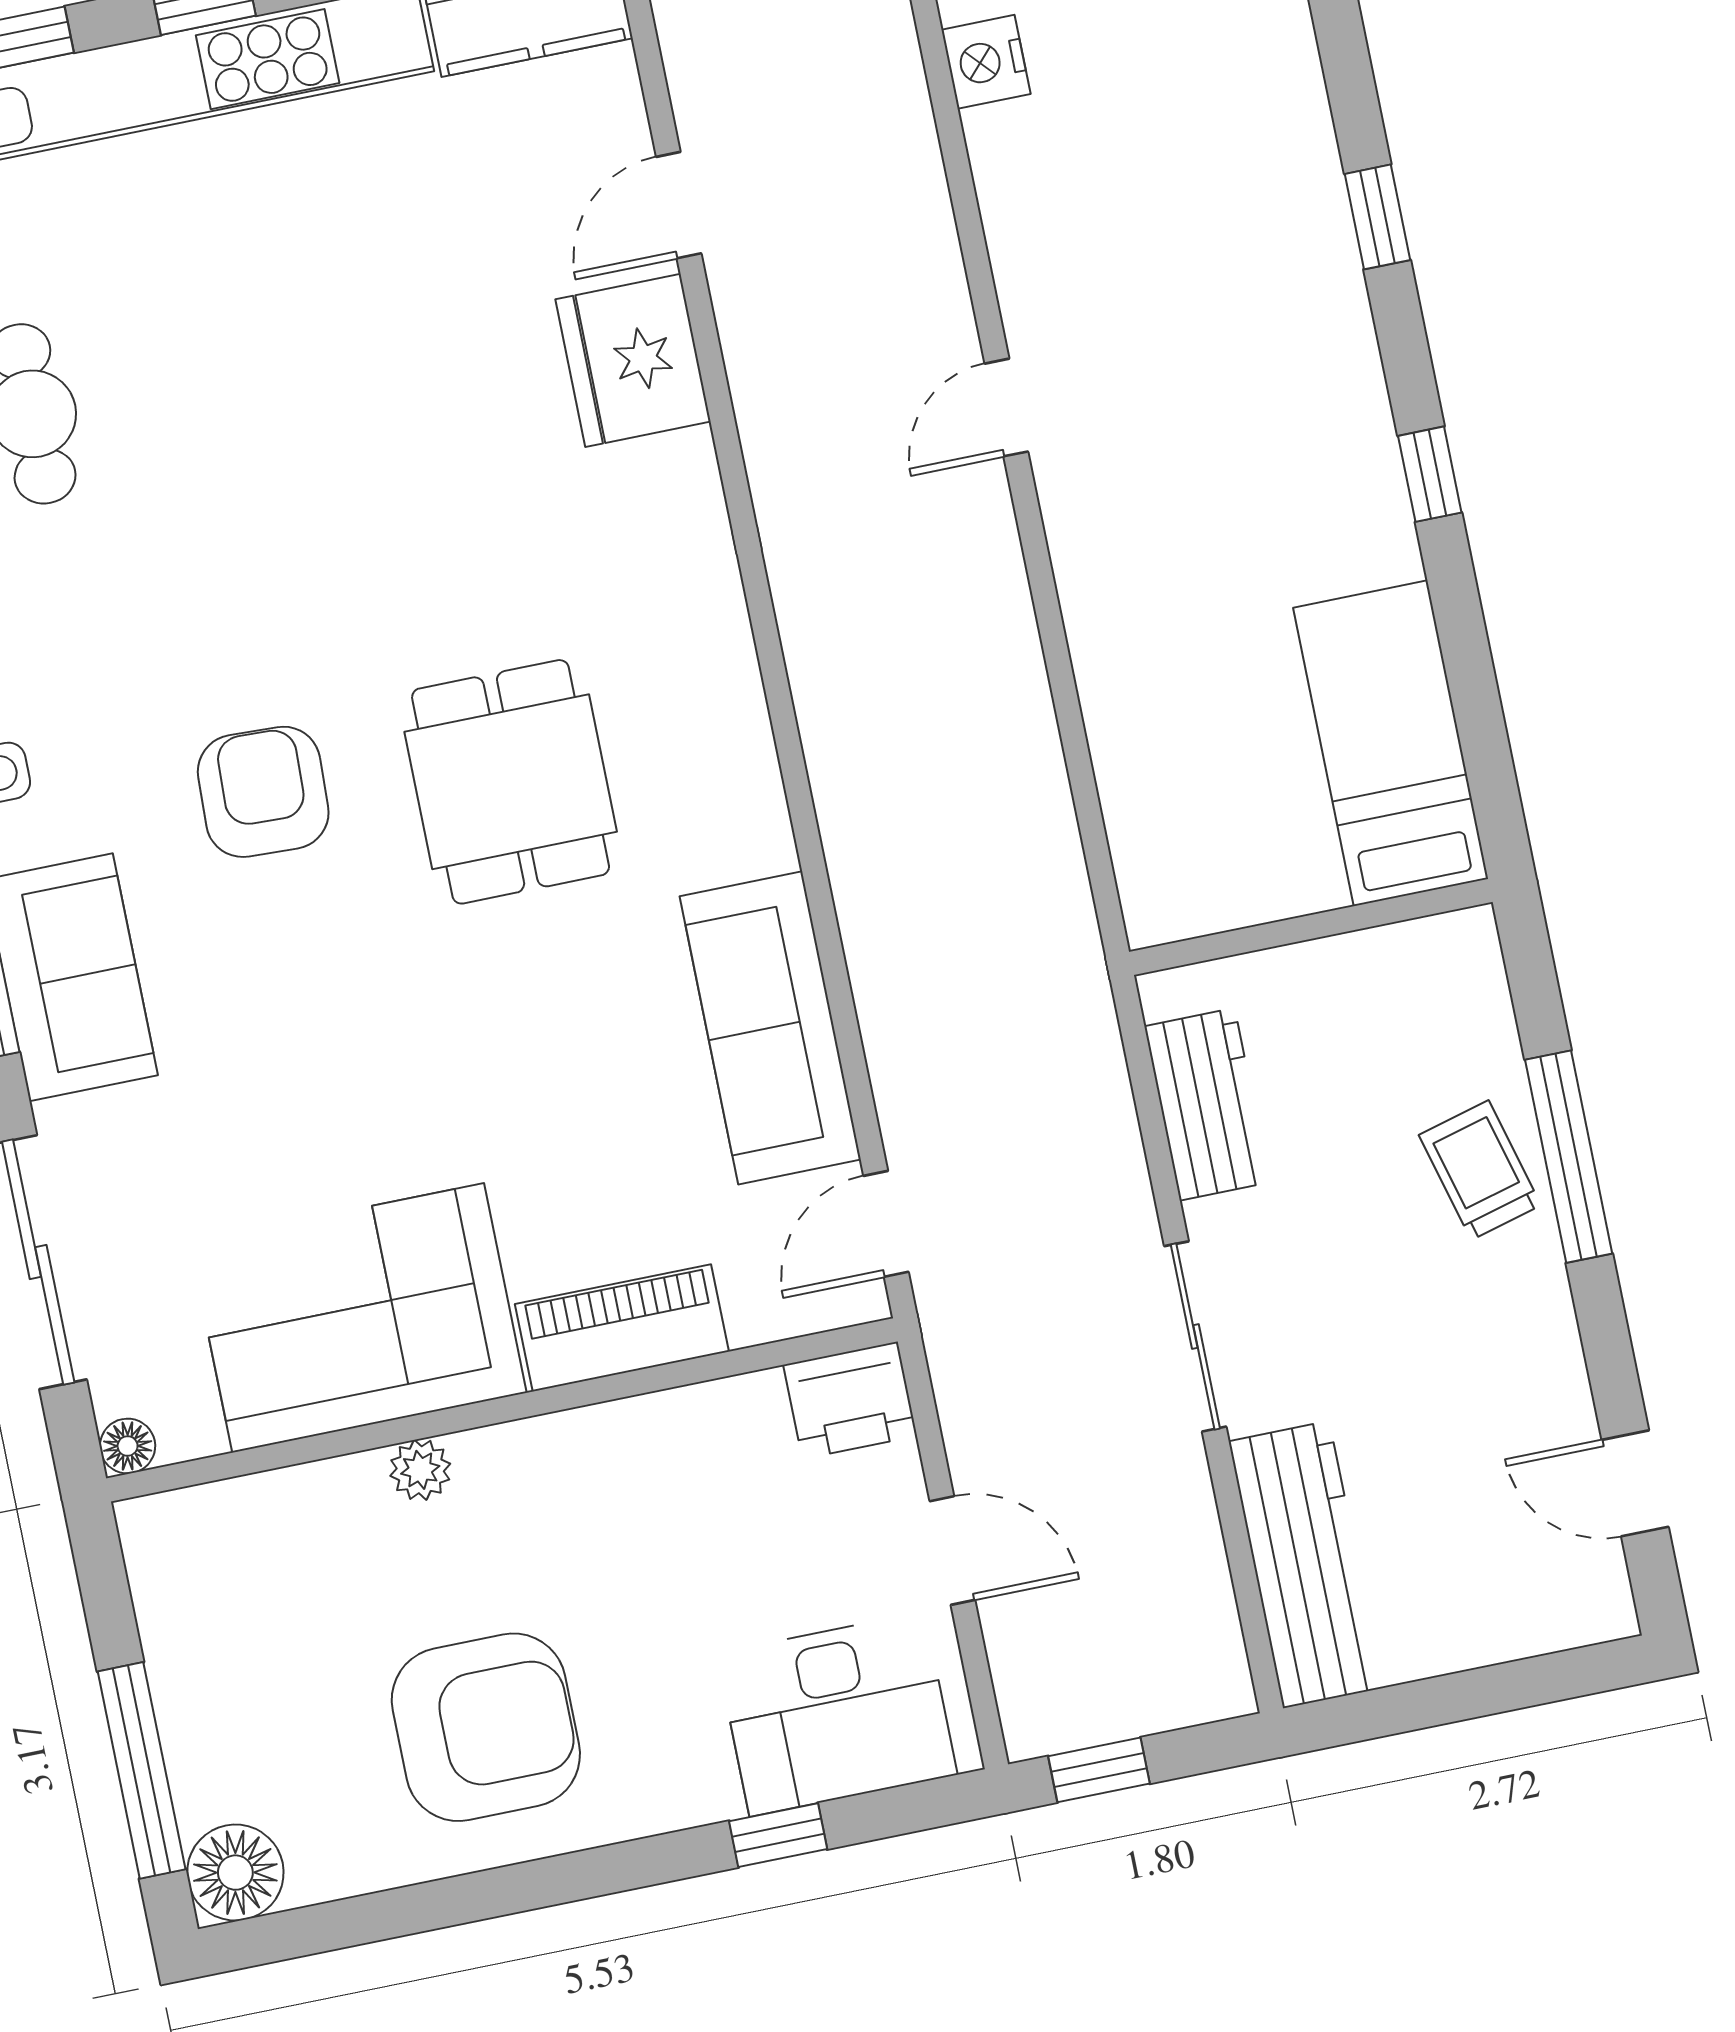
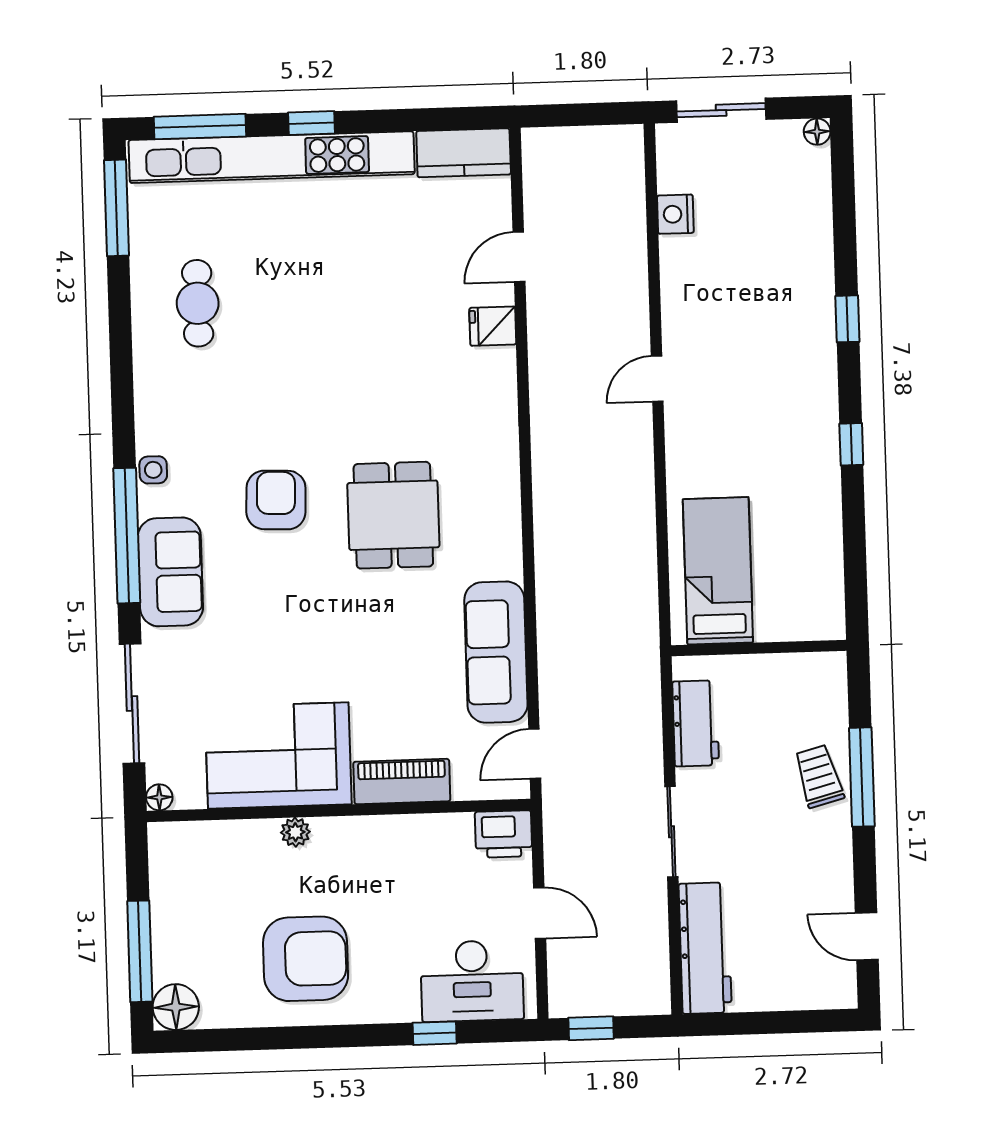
fridge: (633, 360) -> (493, 326), width x0.53, depth x0.75
bed: (1391, 743) -> (718, 571), moved

